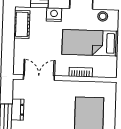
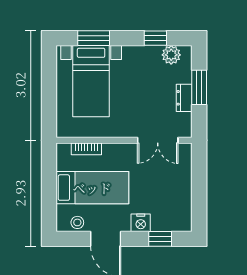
cot: (22, 24) -> (182, 209), removed
bookcase: (81, 72) -> (86, 149), moved

